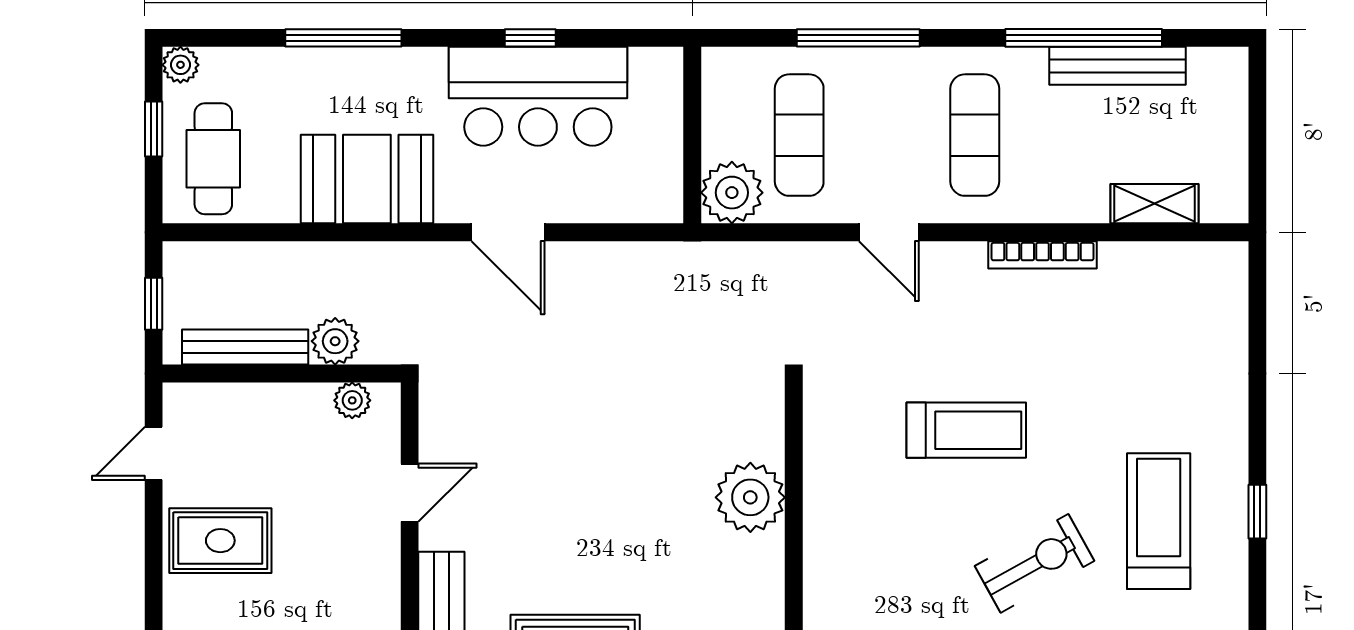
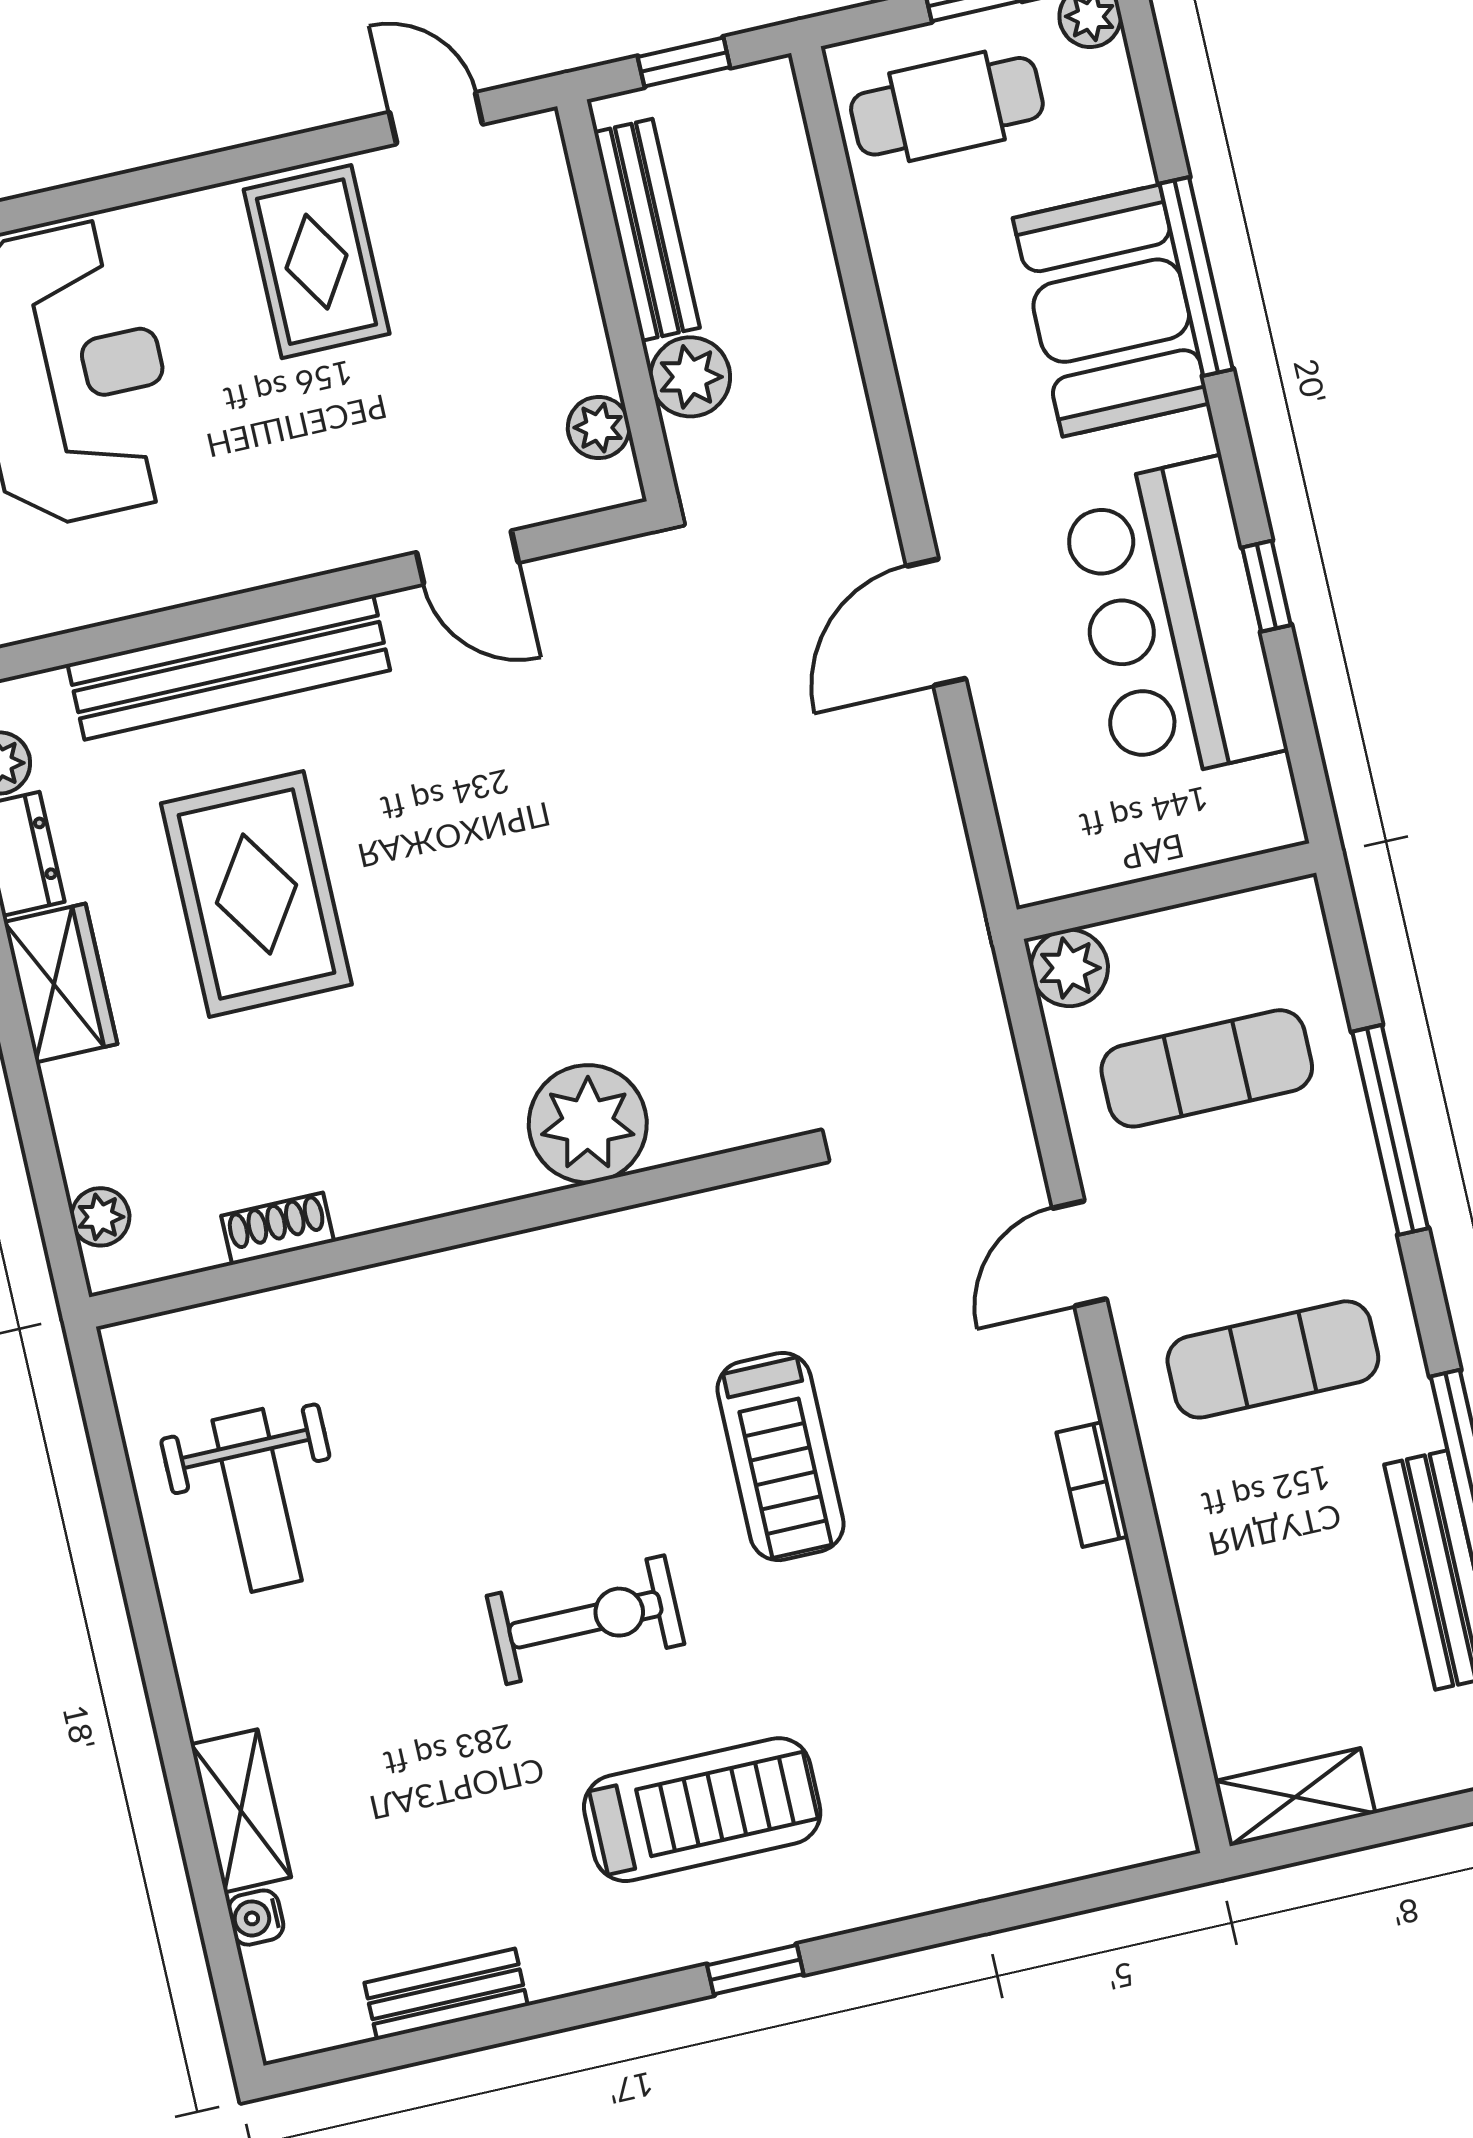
booth: (367, 179) -> (1111, 311), moved
plant: (732, 193) -> (1069, 968), width x0.73, depth x0.73
shelving: (1154, 204) -> (1295, 1797), moved, turned 90
bookcase: (1043, 255) -> (1092, 1485), width x0.64
exercise bike: (1035, 563) -> (585, 1620), turned -61

